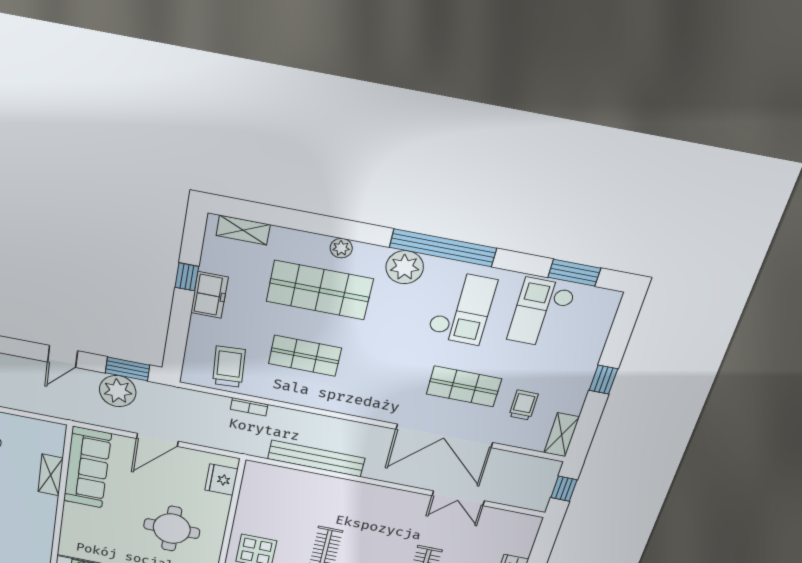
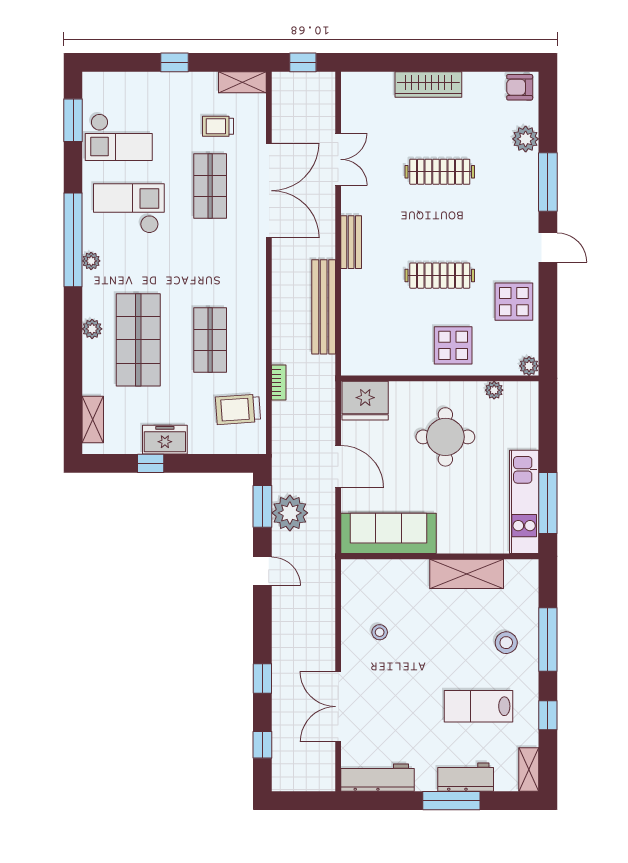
plant: (405, 267) -> (91, 261), width x0.53, depth x0.53
shelving: (51, 475) -> (467, 574), moved, width x1.50, depth x1.33
fridge: (221, 480) -> (365, 401), width x1.36, depth x1.34
bench: (374, 493) -> (351, 242), added

